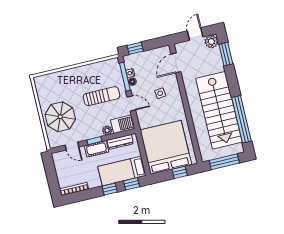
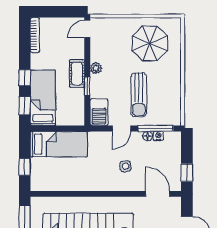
window: (135, 48) -> (187, 173), moved
parasol: (60, 117) -> (150, 43), moved
plant: (107, 130) -> (96, 68), moved
window: (94, 141) -> (87, 86), moved
dresser: (120, 142) -> (78, 104), removed
door: (72, 146) -> (87, 29), moved
bed: (166, 147) -> (59, 144), width x0.49

